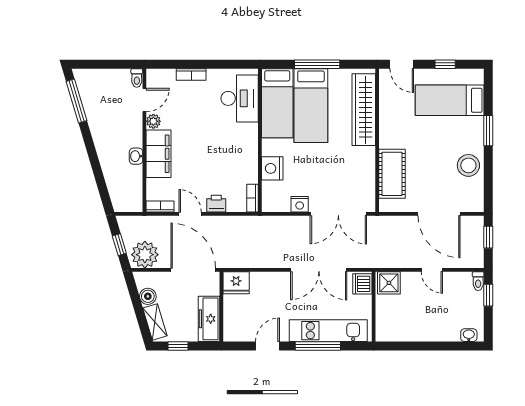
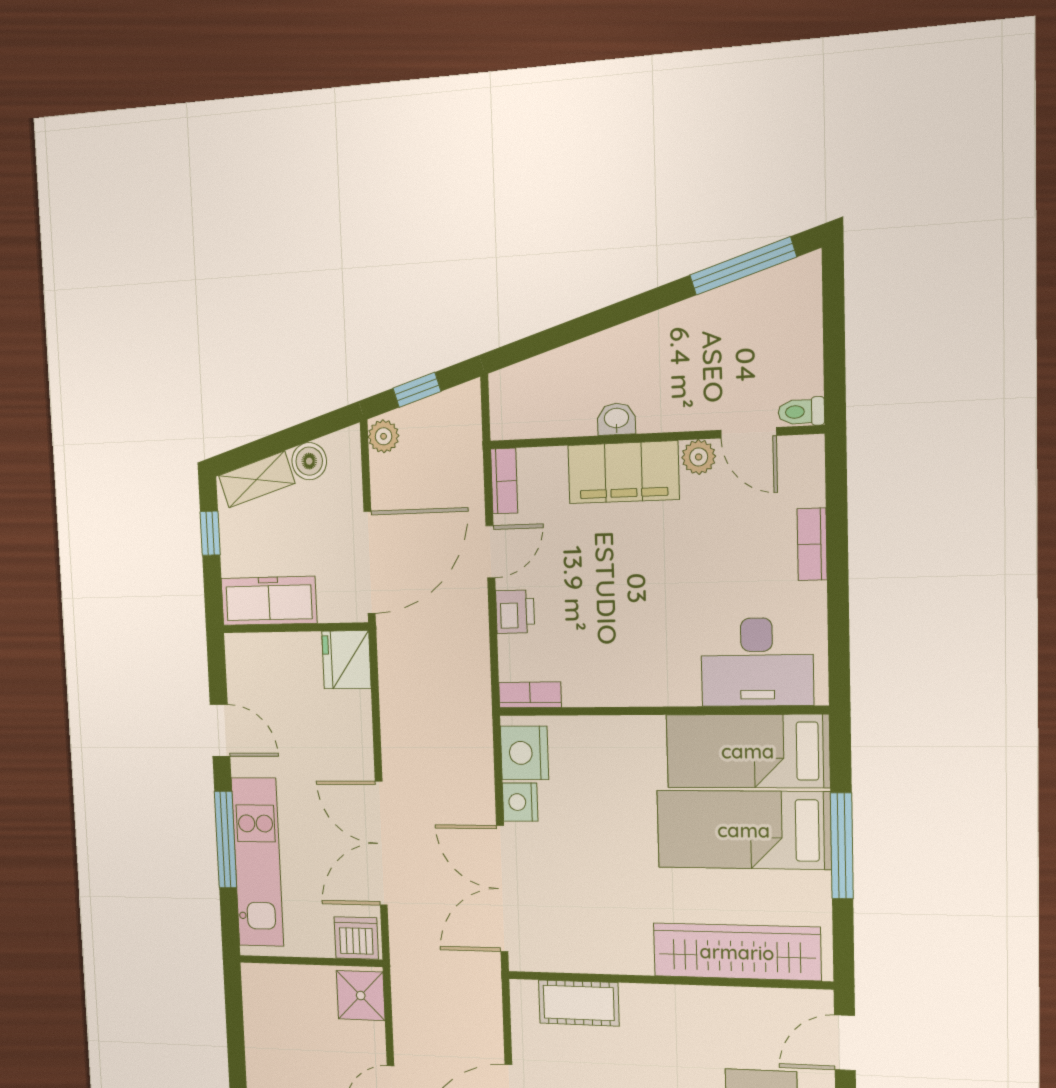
nightstand: (272, 168) -> (524, 753), moved, turned -90
cot: (392, 174) -> (579, 1003), width x0.73, depth x0.75
plant: (145, 255) -> (384, 436), width x0.53, depth x0.53

